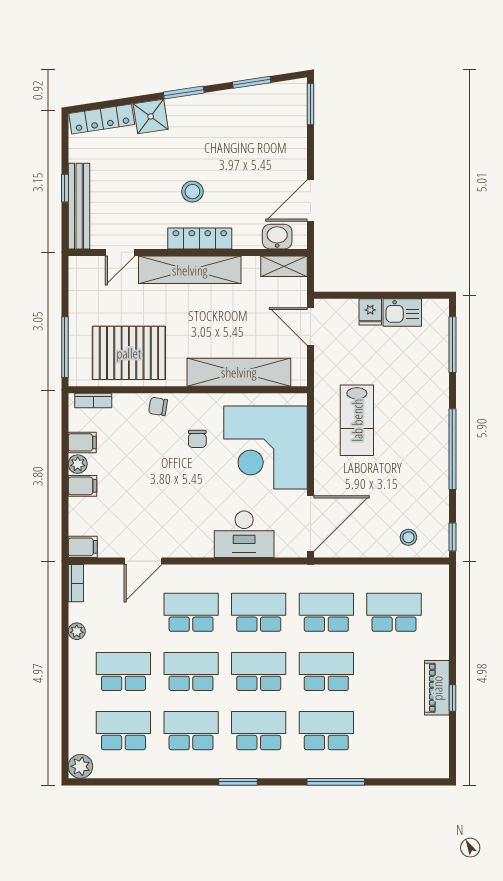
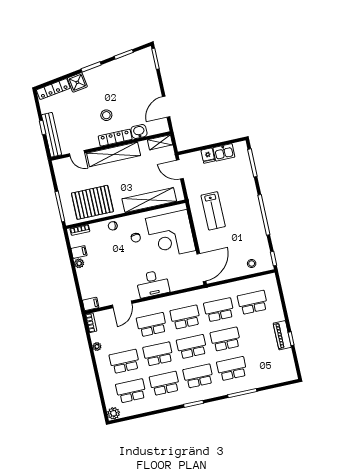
washbasin: (277, 237) -> (139, 131), moved
door: (120, 252) -> (77, 153), hinge flipped
filing cabinet: (82, 486) -> (84, 274), removed
desk: (244, 534) -> (153, 284), moved

